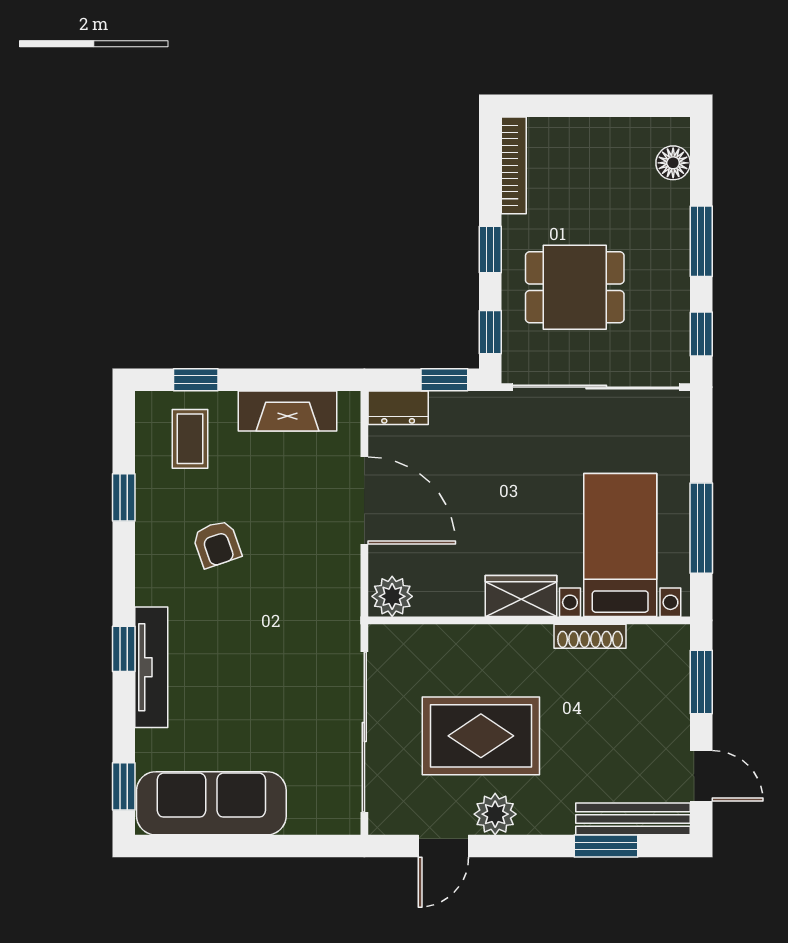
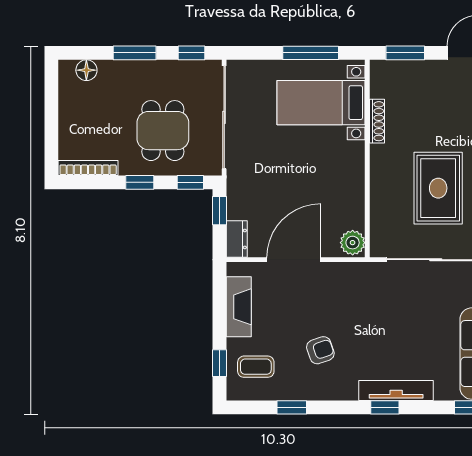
wardrobe: (521, 596) -> (352, 163), removed

